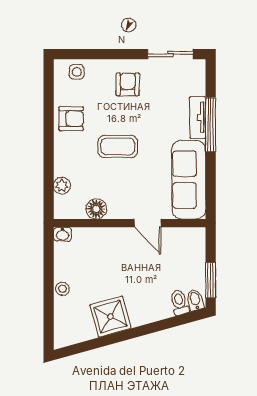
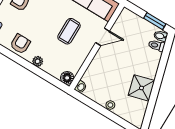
coffee table: (118, 146) -> (69, 31), moved
plant: (62, 186) -> (38, 61), moved
floor lamp: (96, 209) -> (67, 78), moved

